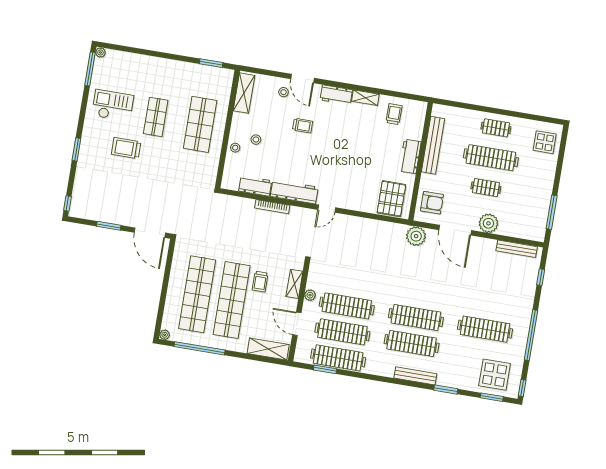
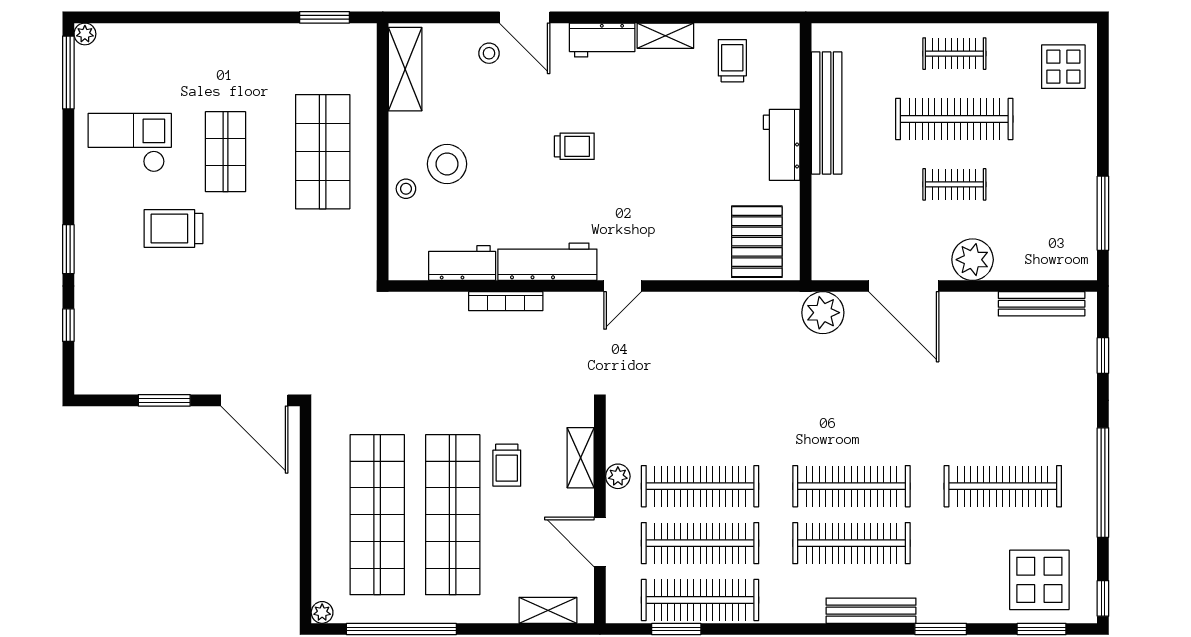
trolley: (303, 126) -> (574, 146), moved
stool: (256, 140) -> (447, 164), width x1.89, depth x1.89
window: (67, 203) -> (68, 325), moved
armchair: (432, 203) -> (845, 236), removed
shelving: (268, 349) -> (548, 610), width x0.67, depth x0.75

